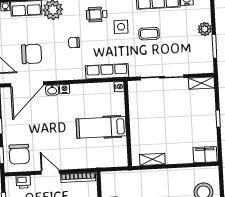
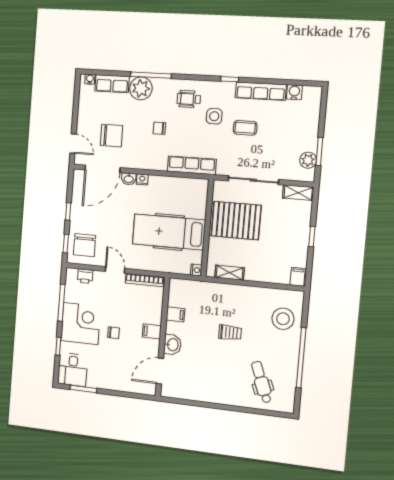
plant: (205, 29) -> (308, 160), moved
nightstand: (119, 87) -> (196, 270), moved
pallet: (152, 114) -> (236, 221), added
hospital bed: (101, 127) -> (169, 232), width x1.37, depth x1.29
filing cabinet: (205, 155) -> (298, 277), width x0.50

